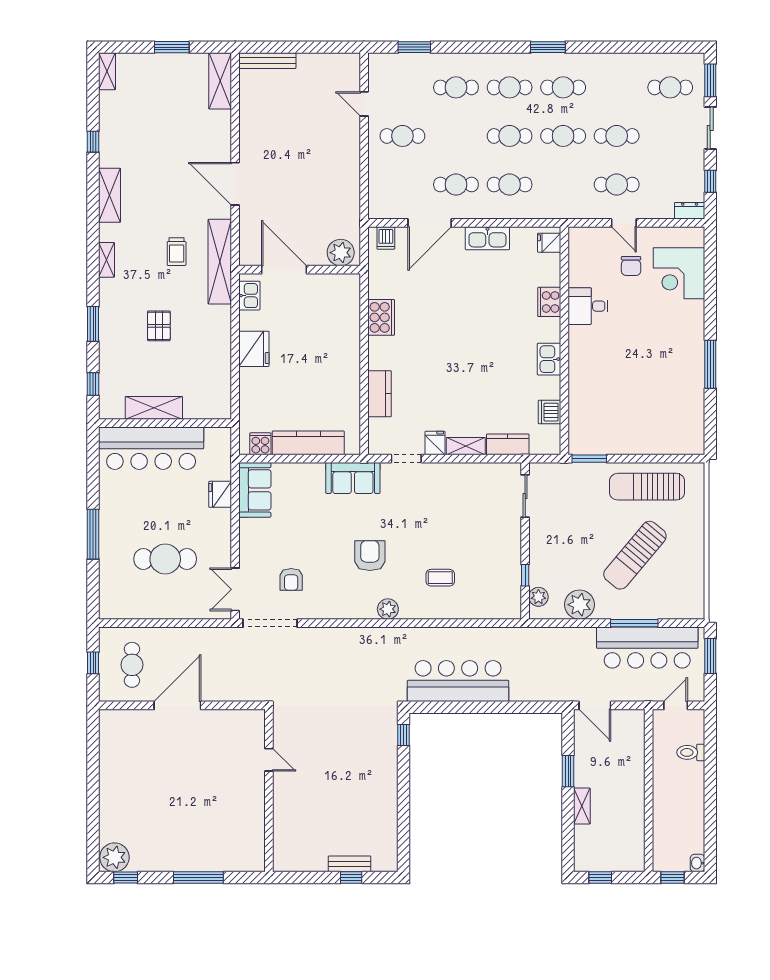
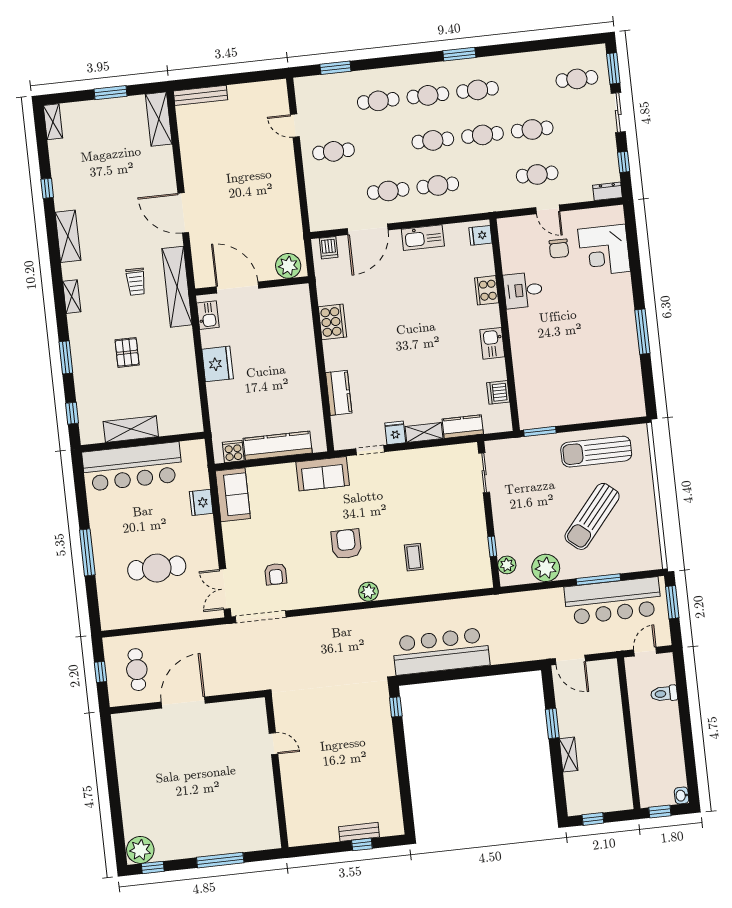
coffee table: (440, 578) -> (414, 557), turned 90

